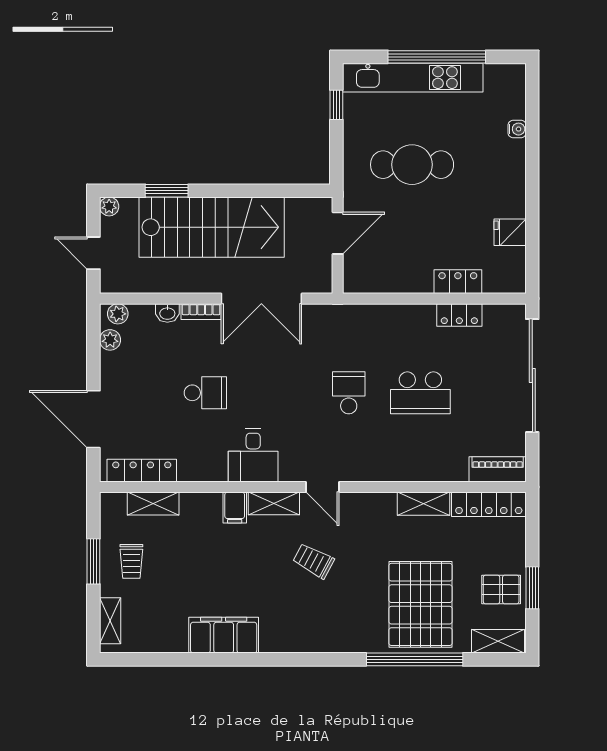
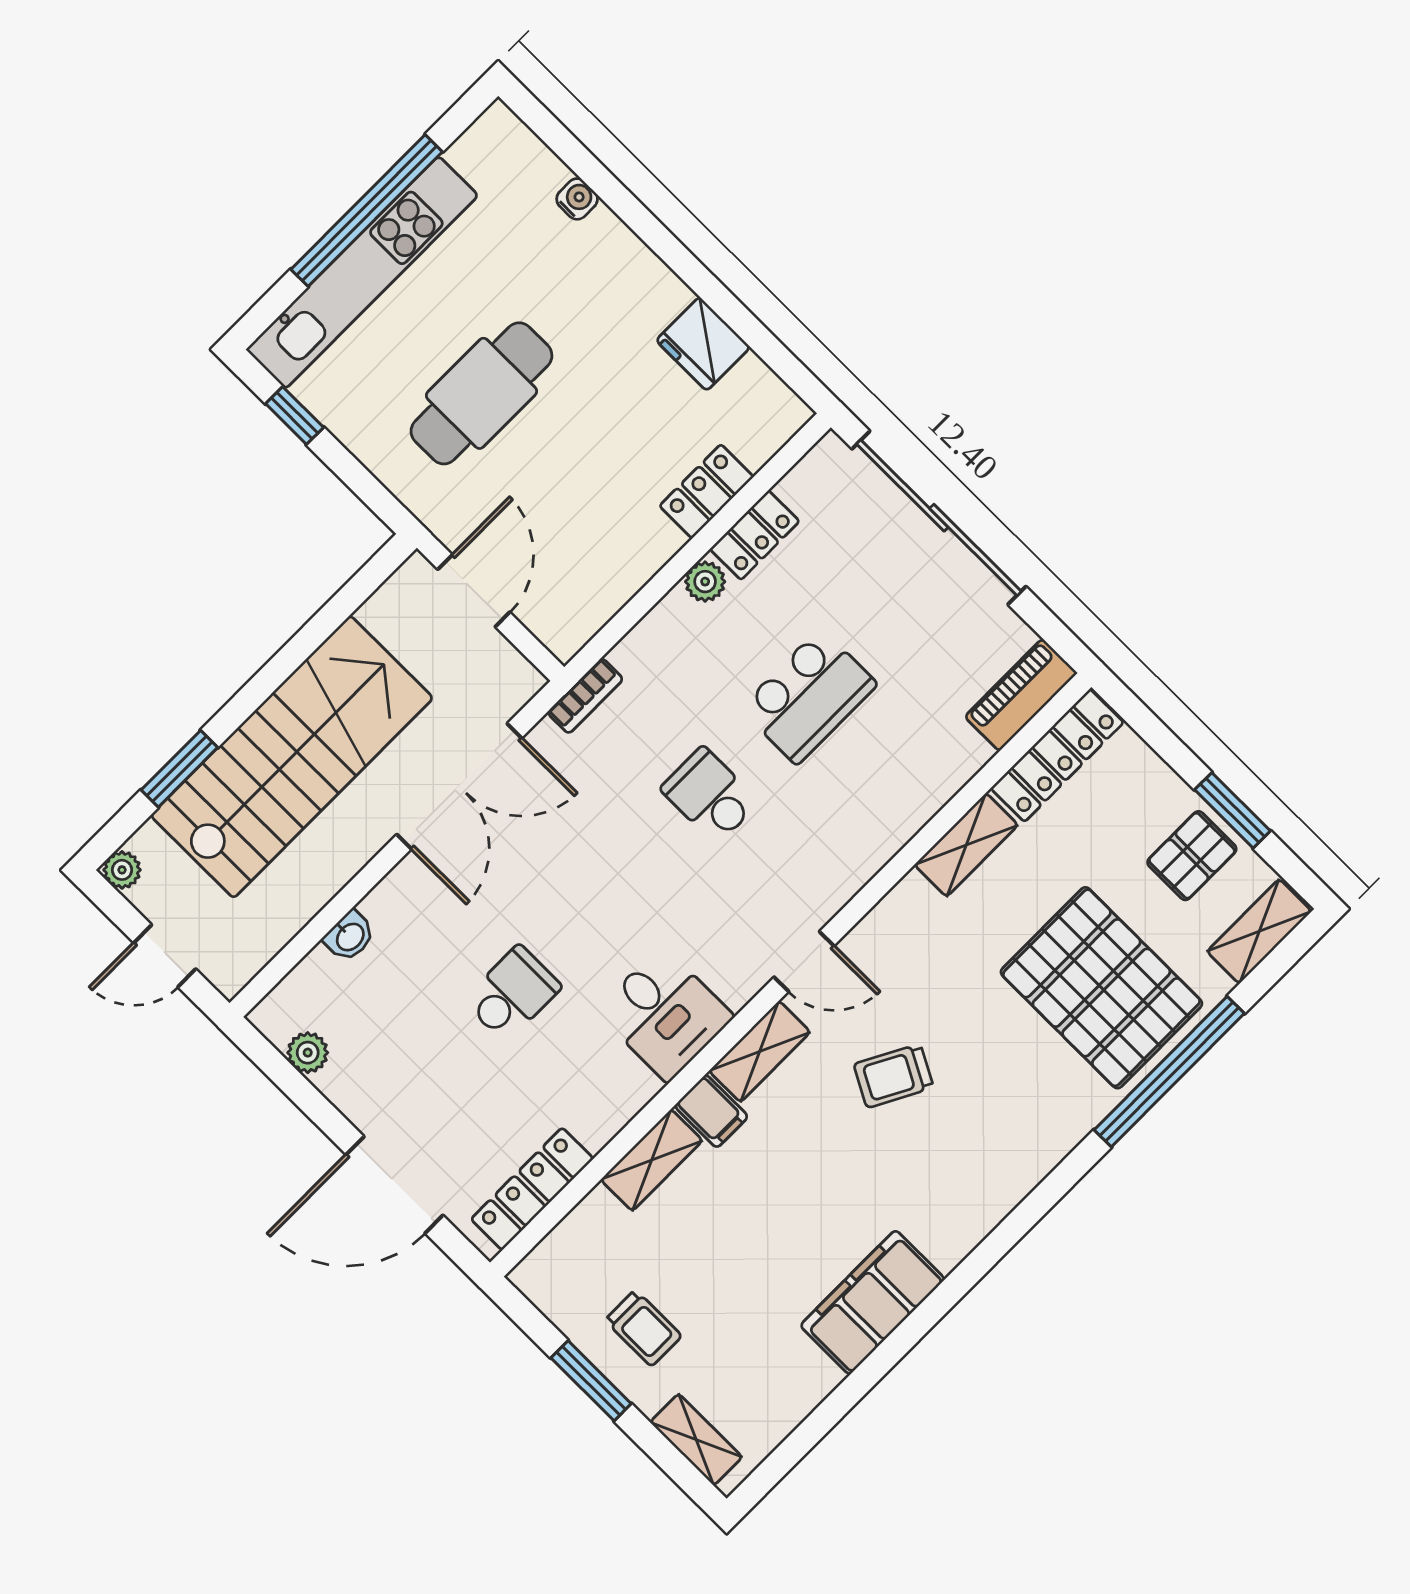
fridge: (510, 232) -> (703, 344), width x1.38
bookcase: (201, 312) -> (585, 696), moved
plant: (118, 314) -> (705, 582), moved
shelving: (153, 504) -> (652, 1160), moved

